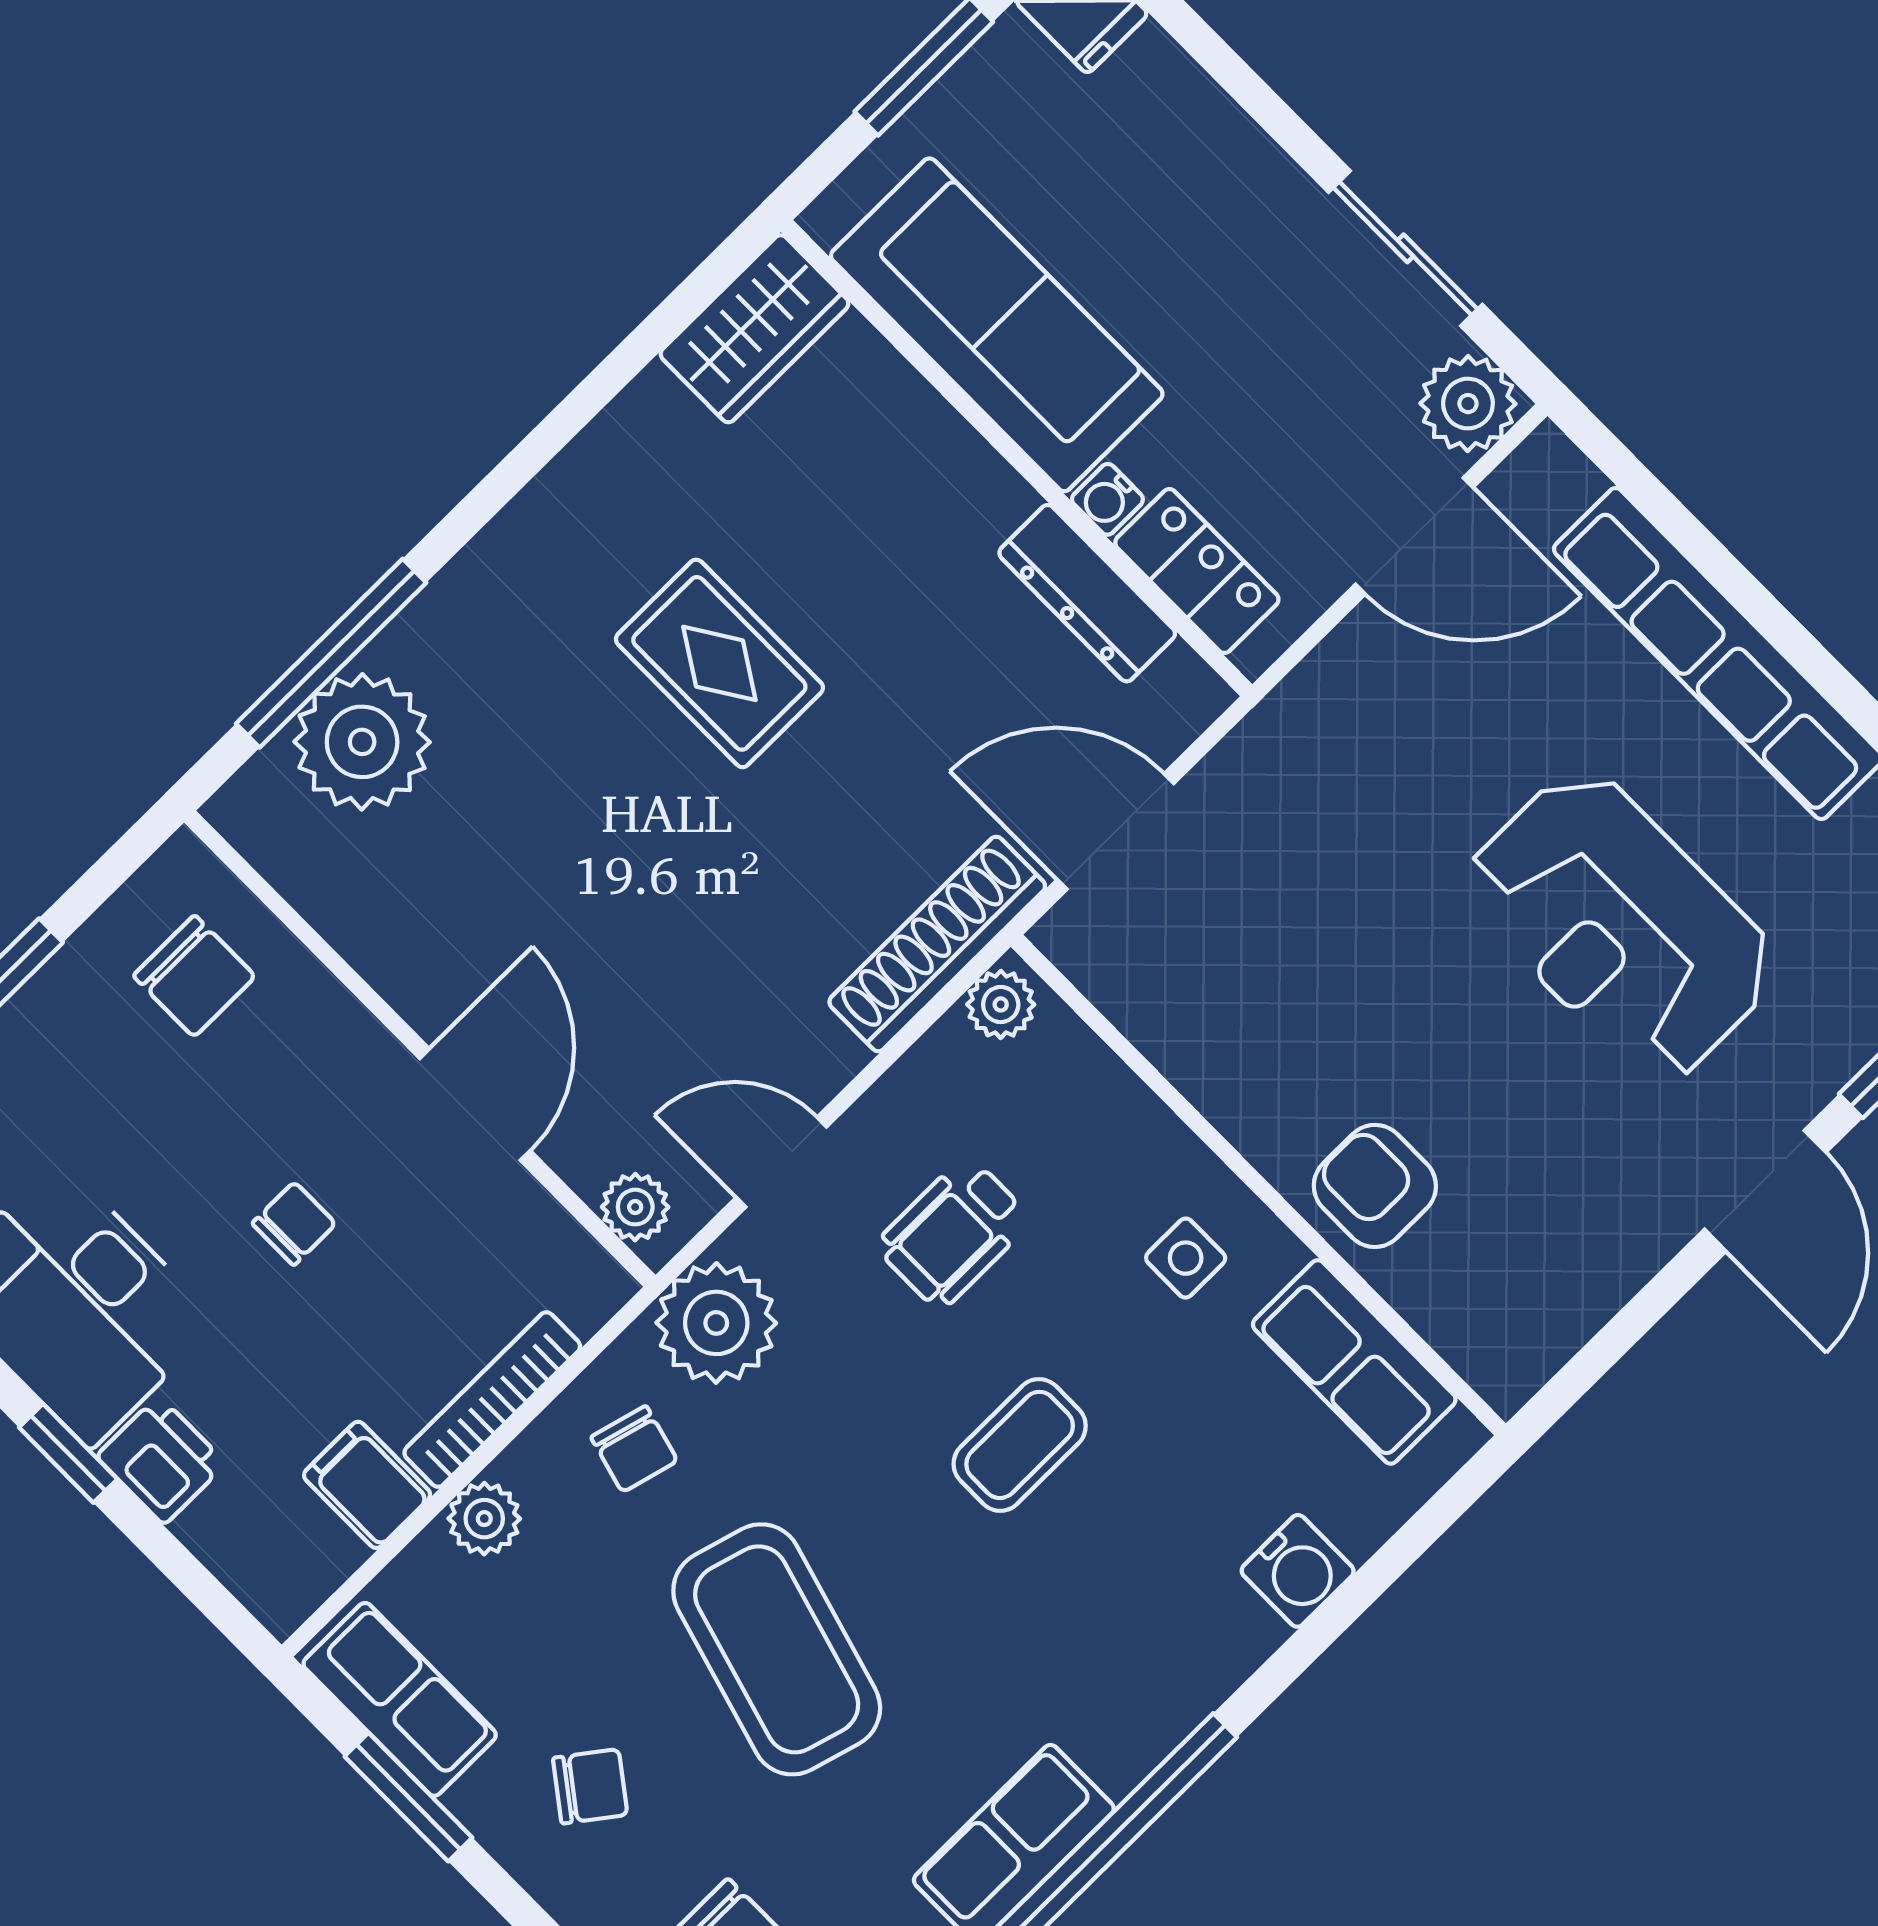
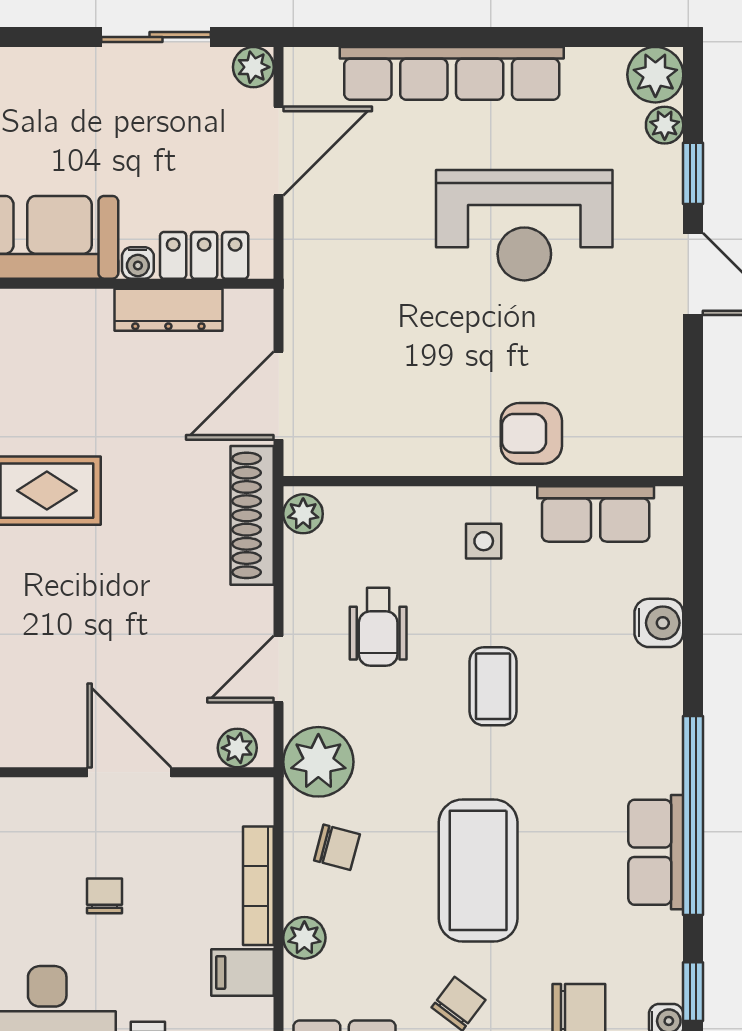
plant: (1468, 404) -> (253, 67), width x0.73, depth x0.73
coffee table: (777, 1649) -> (478, 870), turned 74

